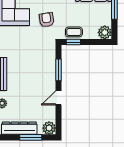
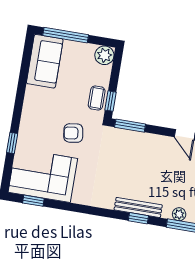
window: (59, 70) -> (130, 126), moved

